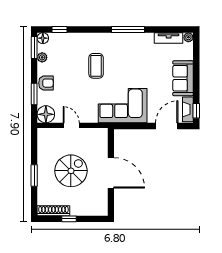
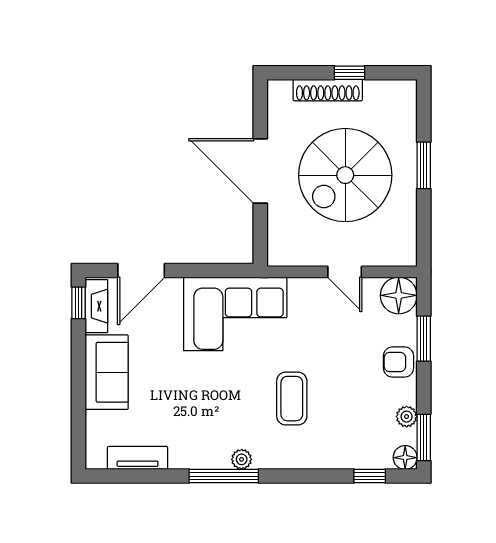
plant: (188, 37) -> (242, 459), moved
spiral stairs: (71, 171) -> (345, 175), width x1.37, depth x1.37
shoe rack: (53, 211) -> (328, 90), moved

